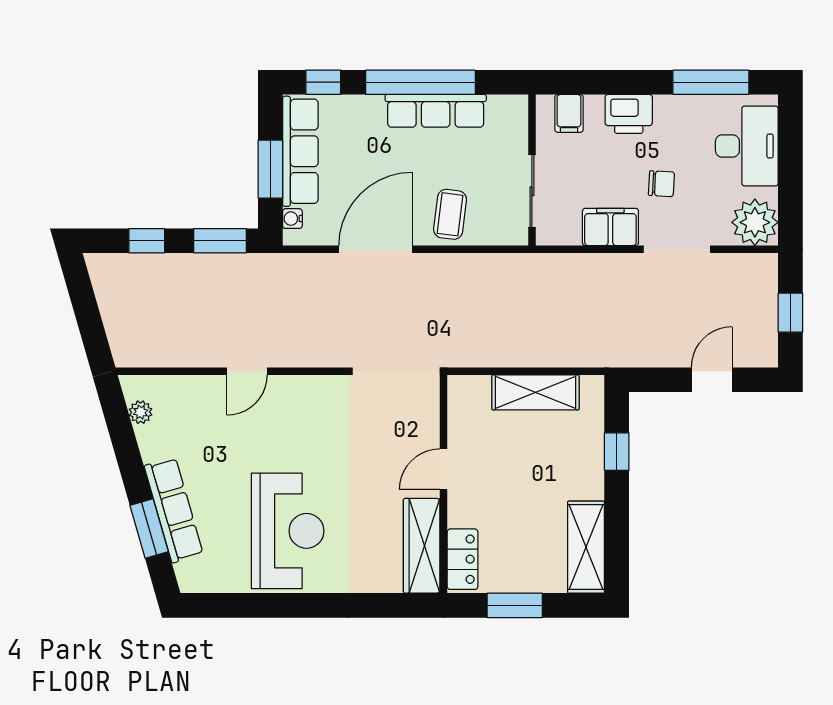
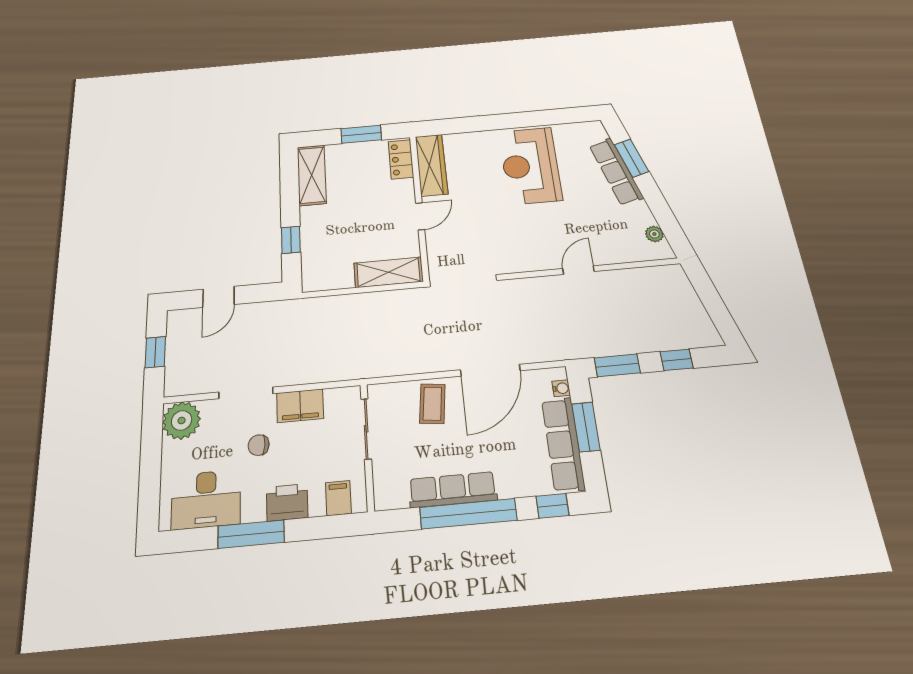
window: (711, 82) -> (251, 534), moved
desk: (747, 146) -> (206, 499), moved, turned -90
shelving: (536, 392) -> (388, 272), moved

